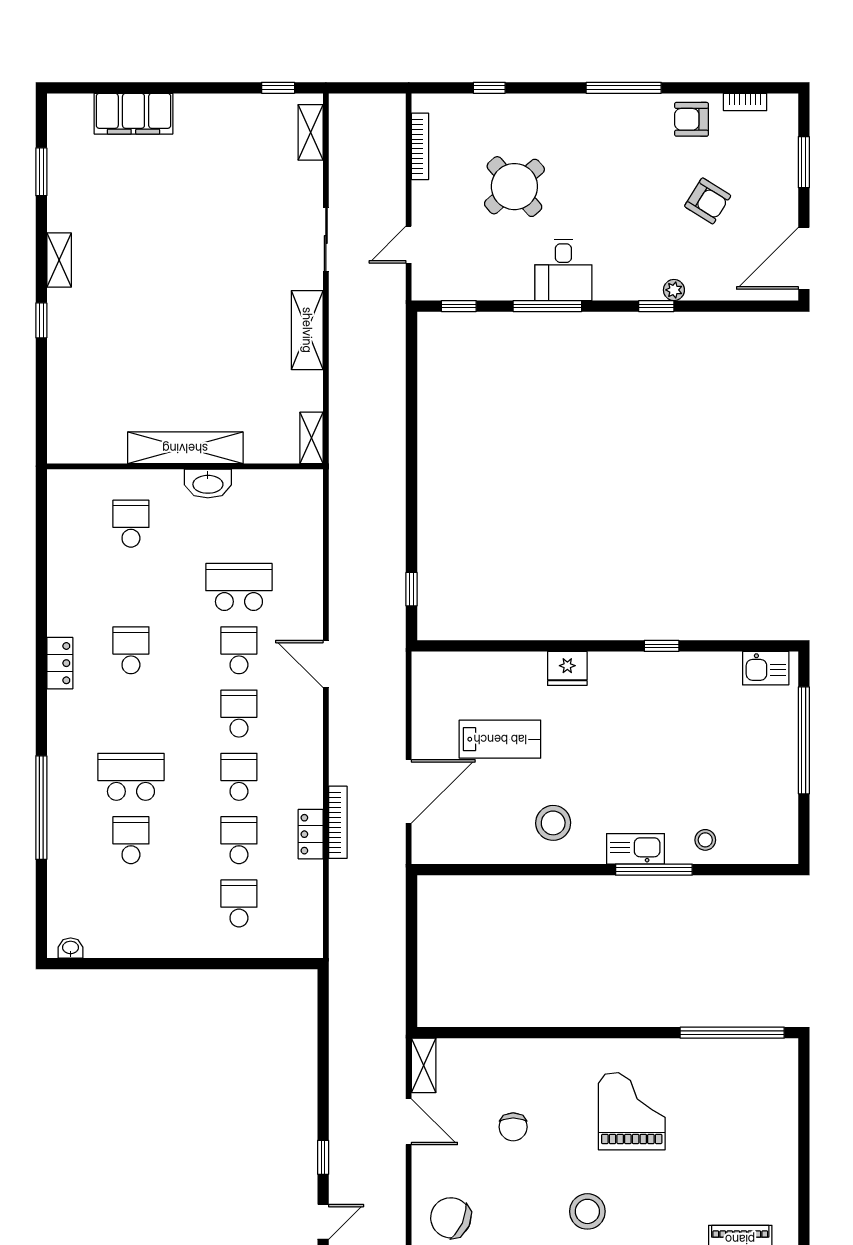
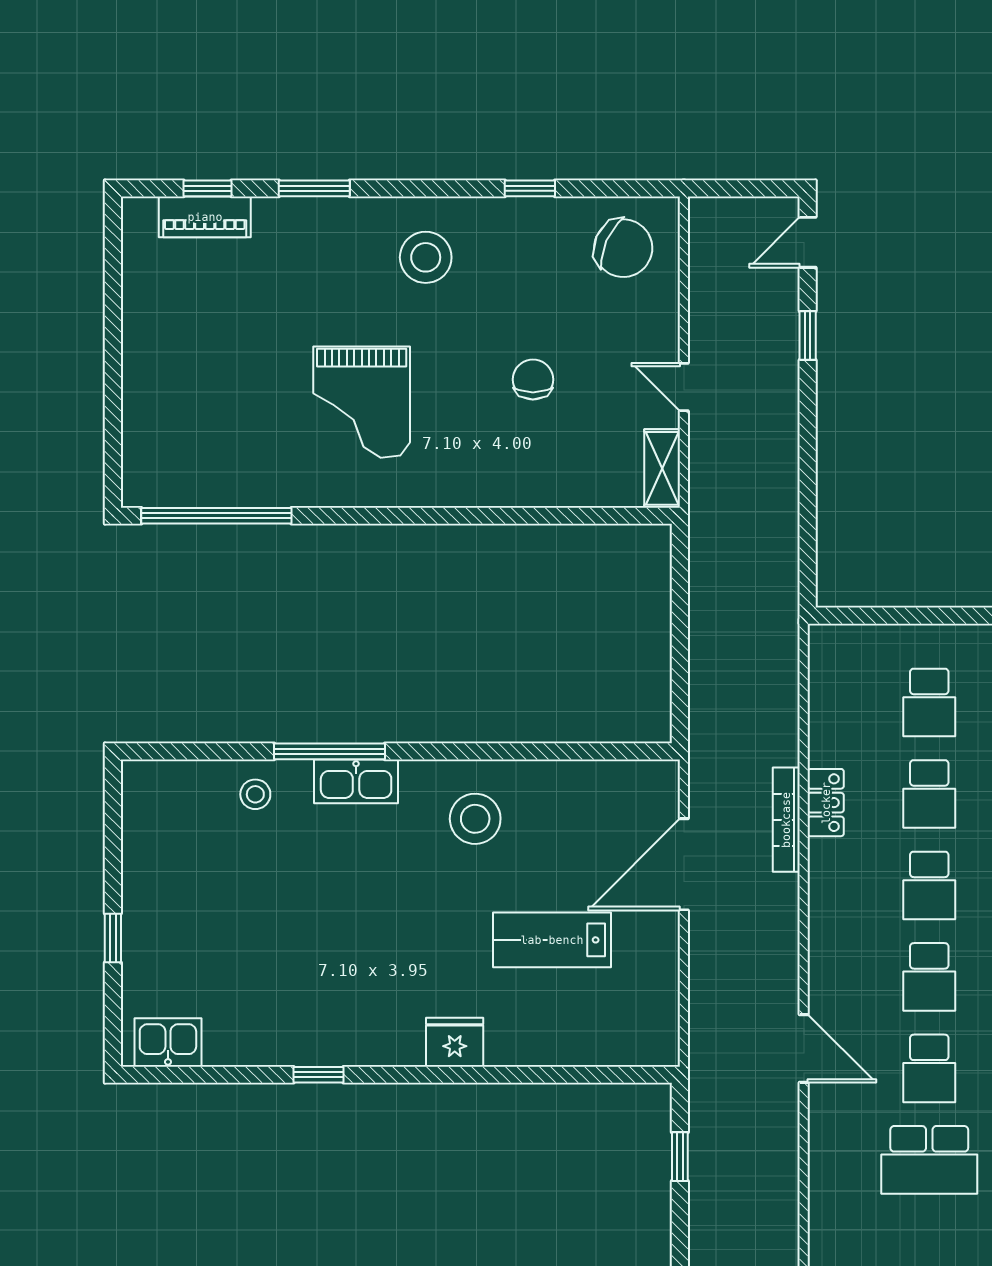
window: (804, 740) -> (113, 938), width x0.32
door: (409, 1122) -> (684, 387), width x0.73

